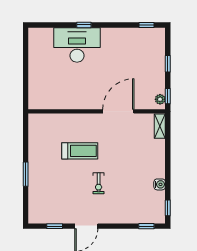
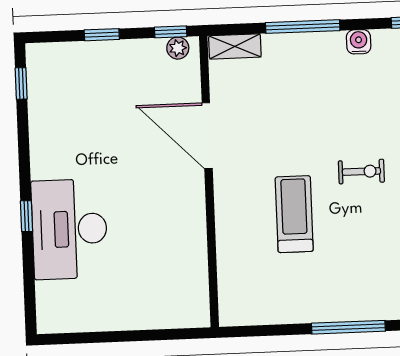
window: (168, 158) -> (303, 27), added
window: (26, 174) -> (348, 327), width x1.44

